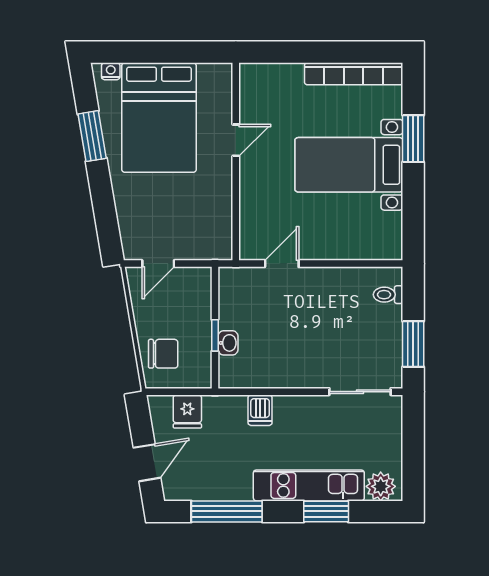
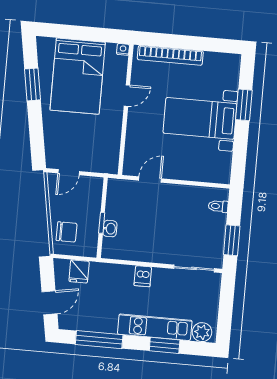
nightstand: (111, 71) -> (123, 49), moved
bookcase: (354, 74) -> (170, 55), moved
dishwasher: (260, 410) -> (143, 276), moved

